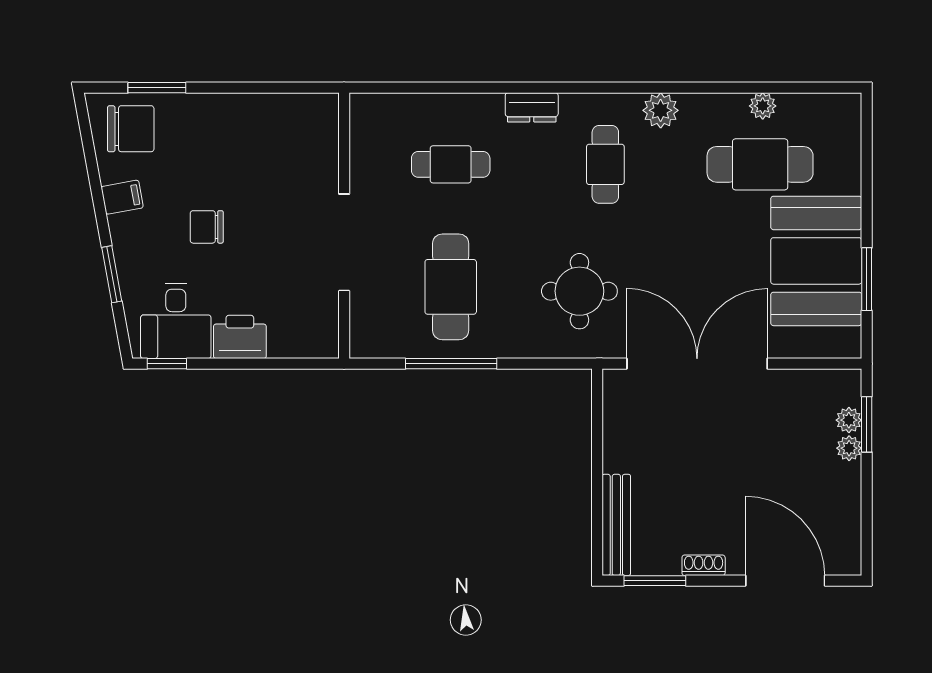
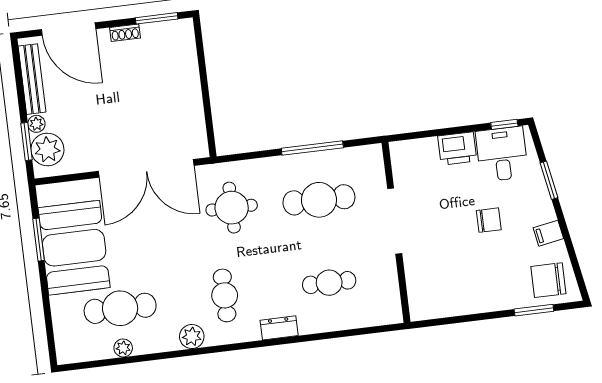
cafe table: (451, 287) -> (319, 200), turned 90
plant: (849, 420) -> (47, 150), width x1.88, depth x1.88
bench: (616, 525) -> (32, 79), moved

